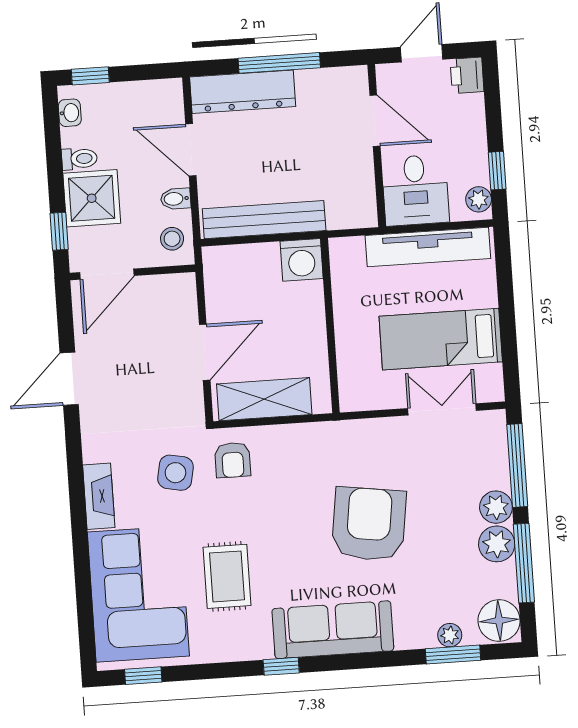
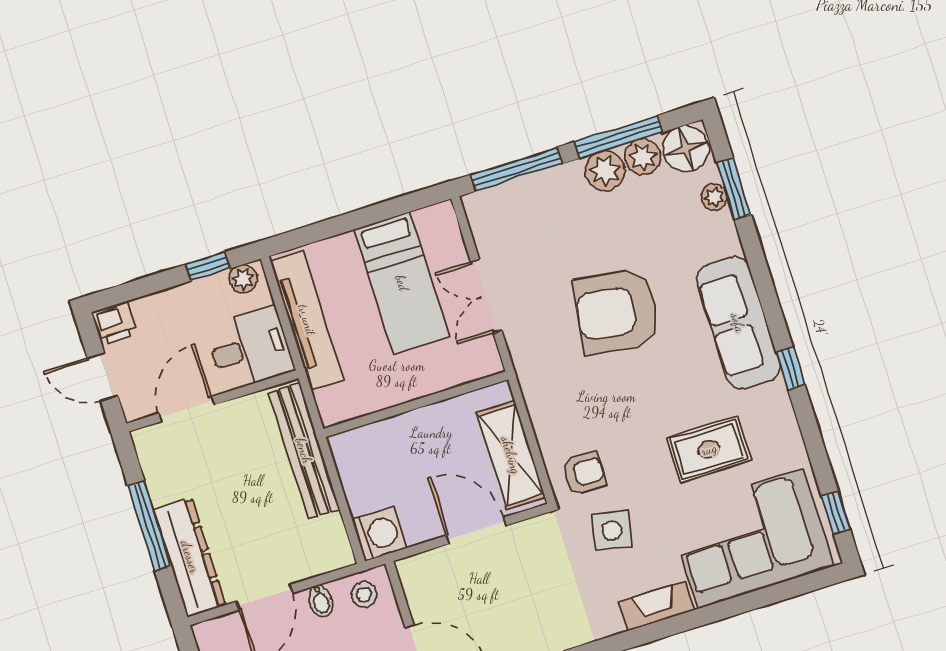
bench: (264, 220) -> (304, 451), moved
washing machine: (302, 260) -> (379, 534), moved
double door: (442, 409) -> (486, 296), moved
plant: (496, 507) -> (643, 157), moved

